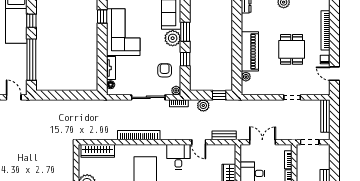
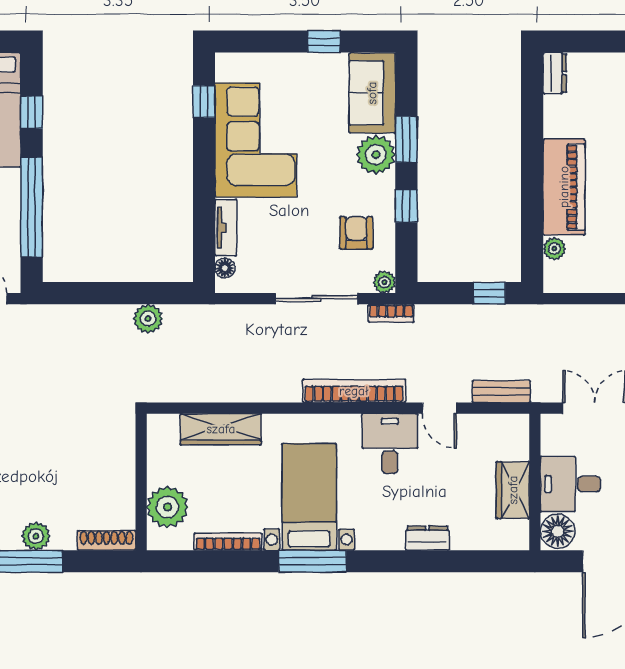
plant: (203, 105) -> (148, 319), moved
bookcase: (139, 135) -> (354, 391), moved
wardrobe: (98, 151) -> (221, 429), moved

